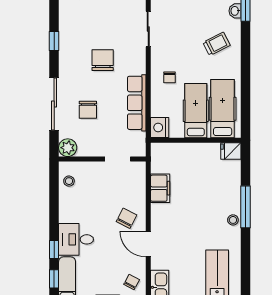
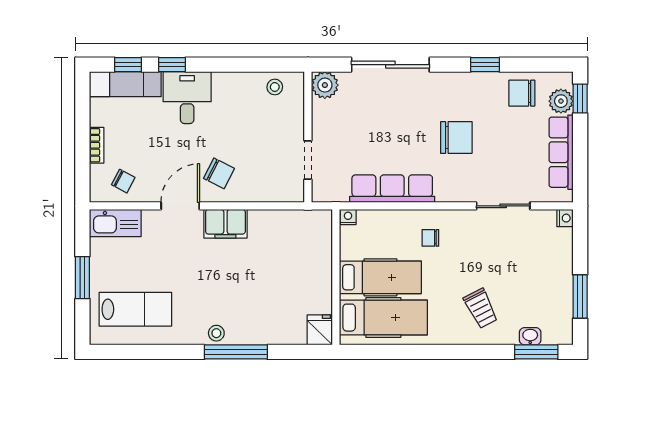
chair: (88, 110) -> (522, 93), moved
nightstand: (160, 128) -> (348, 217), width x0.53, depth x0.56
filing cabinet: (160, 188) -> (225, 224), moved

